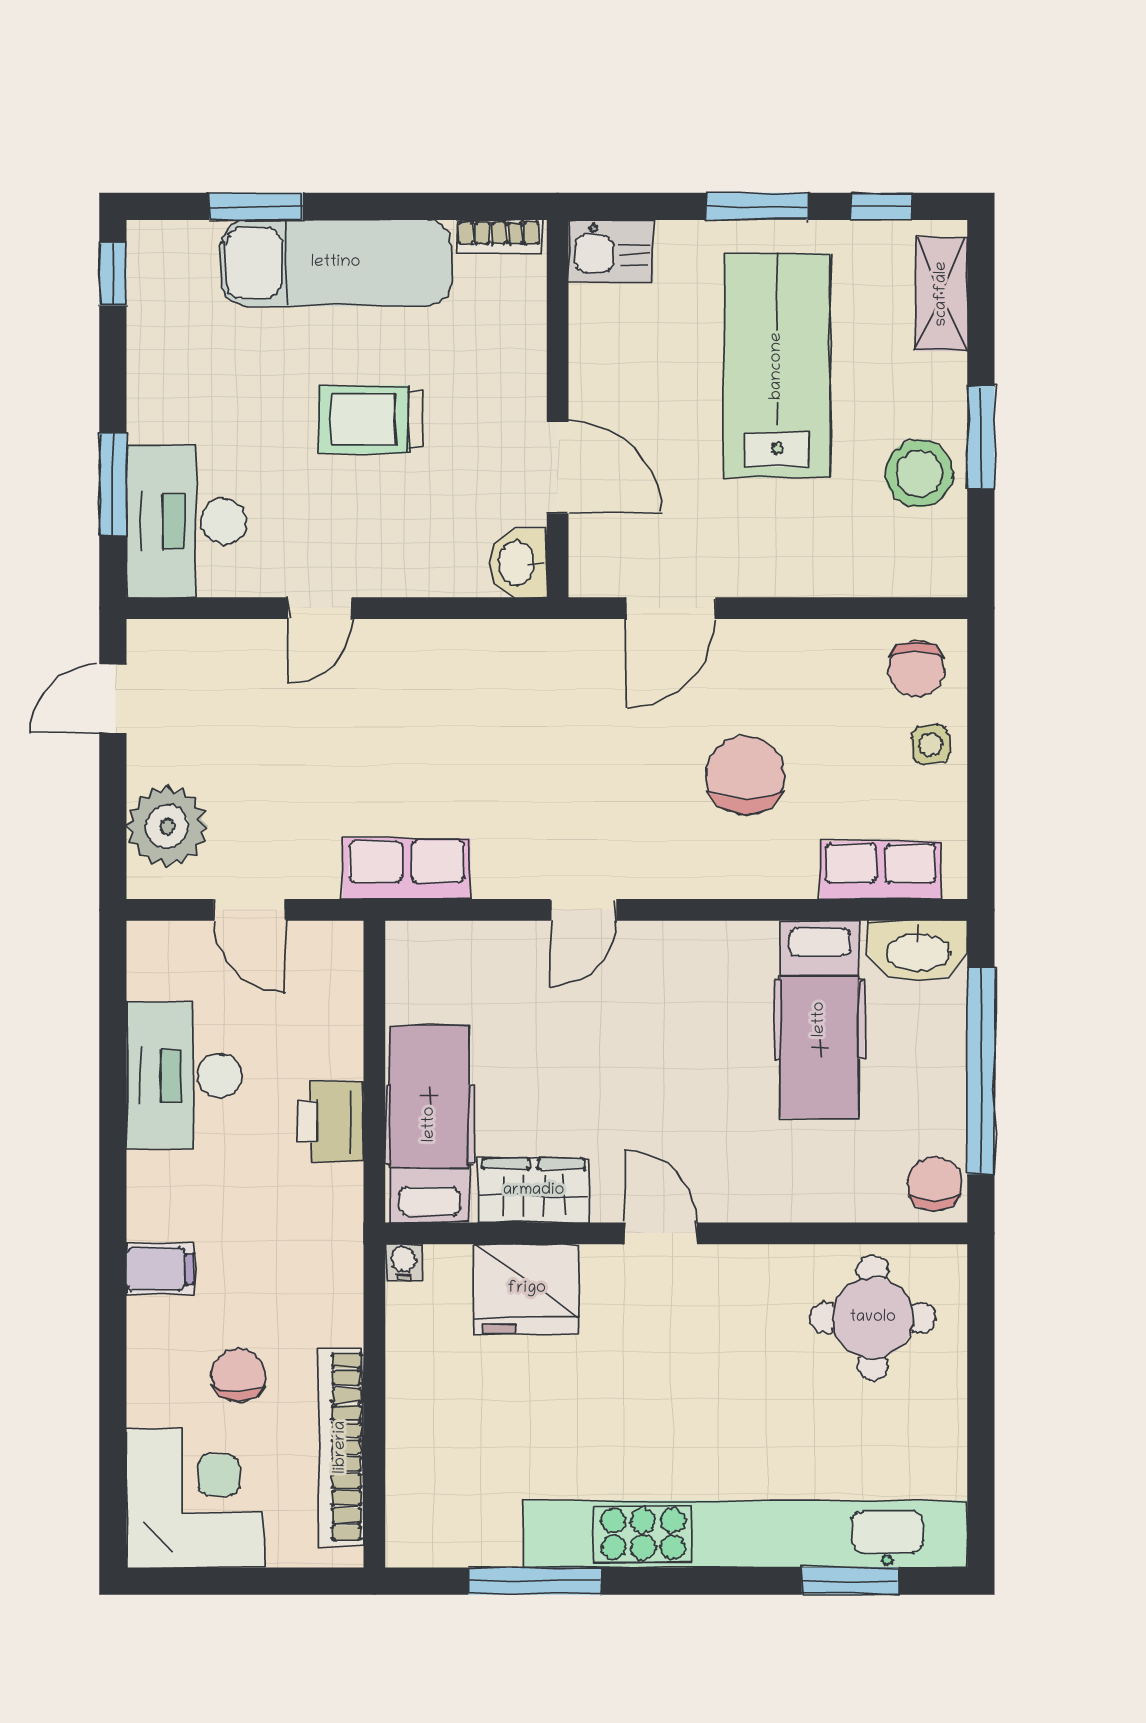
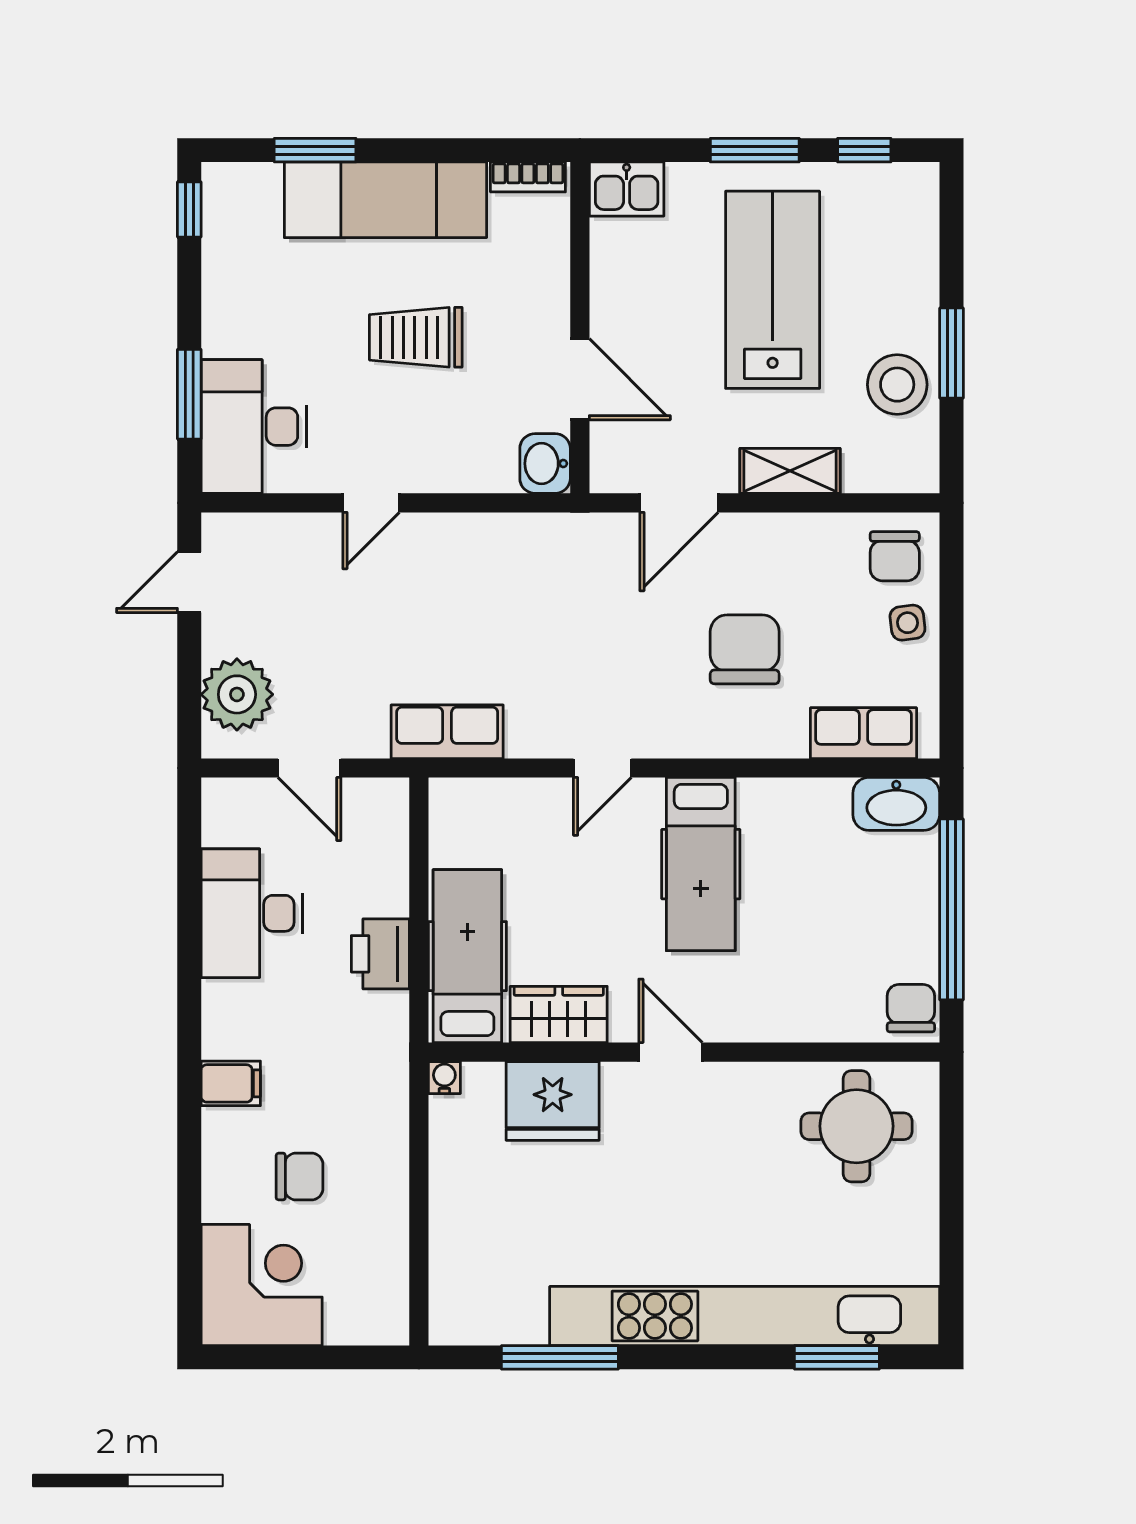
shelving: (942, 294) -> (790, 471), moved, turned 90
hospital bed: (820, 1019) -> (701, 864), moved
chair: (238, 1375) -> (300, 1177), turned 90
bookcase: (341, 1447) -> (390, 1239), removed

